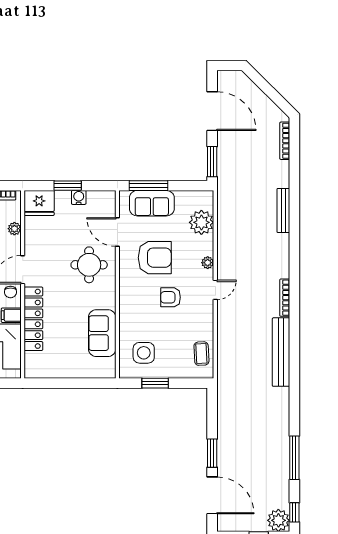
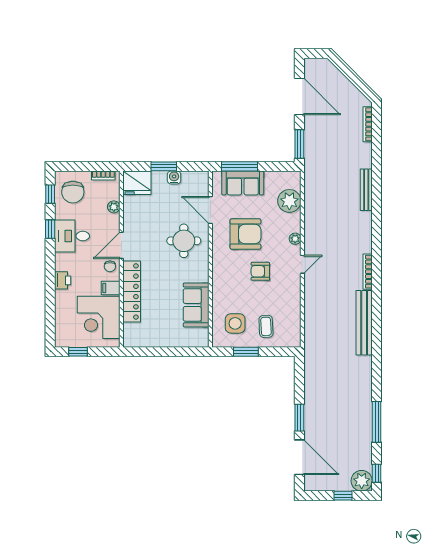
coffee table: (201, 354) -> (266, 326), moved

